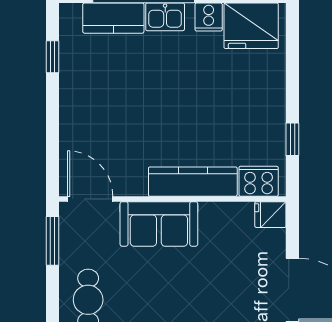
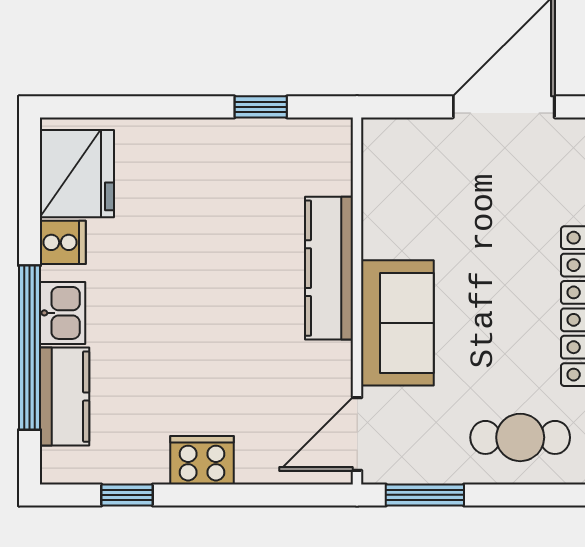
cooker: (259, 181) -> (202, 460), moved, turned 90
fridge: (270, 215) -> (382, 142), removed

